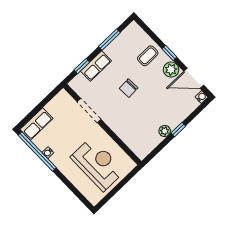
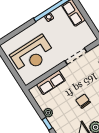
chair: (129, 88) -> (83, 101), moved
row of seats: (127, 135) -> (51, 82), added

